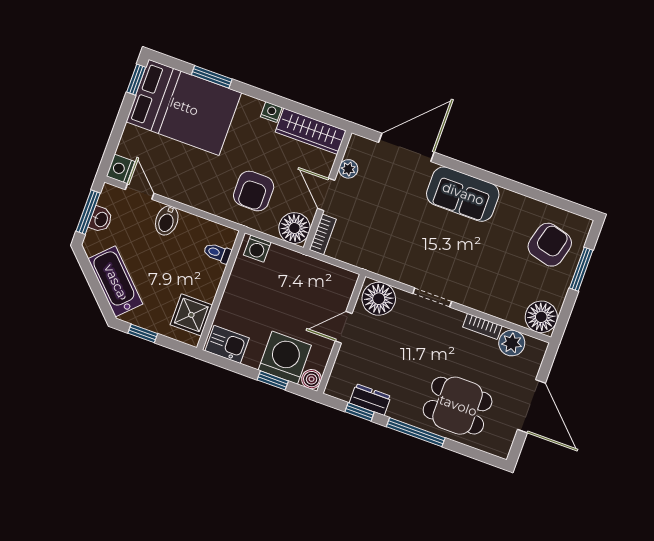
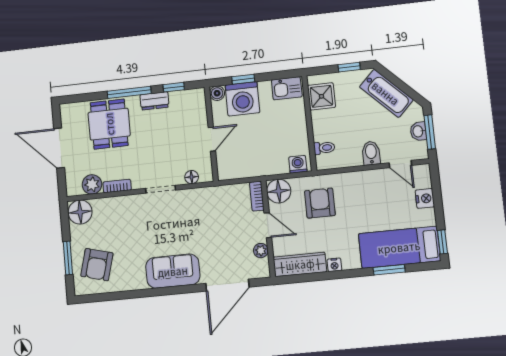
bed: (184, 107) -> (399, 247), width x0.67
nightstand: (120, 169) -> (425, 198), moved
floor lamp: (379, 299) -> (192, 177), width x0.53, depth x0.53
dresser: (370, 400) -> (154, 101), moved
dining table: (458, 406) -> (109, 124), turned 90

